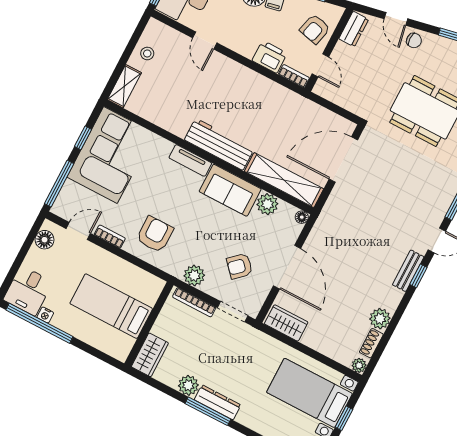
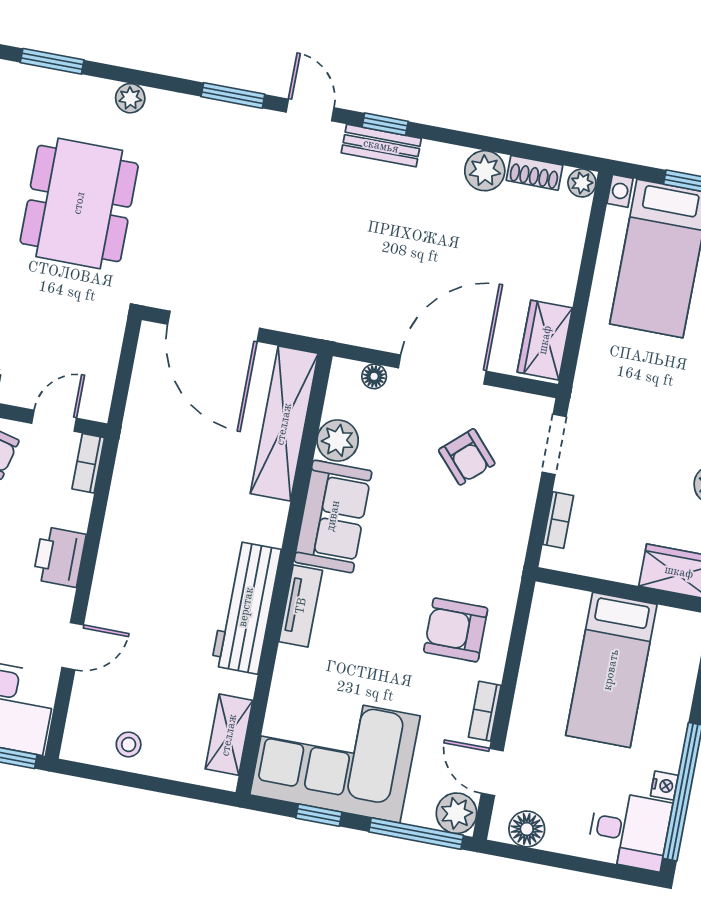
printer: (270, 57) -> (59, 557), moved
shelving: (124, 86) -> (229, 735), moved, turned 90
workbench: (219, 144) -> (246, 607), moved
floor lamp: (302, 217) -> (374, 376), moved
plant: (194, 276) -> (456, 813), moved
bookcase: (194, 302) -> (558, 520), width x0.64

